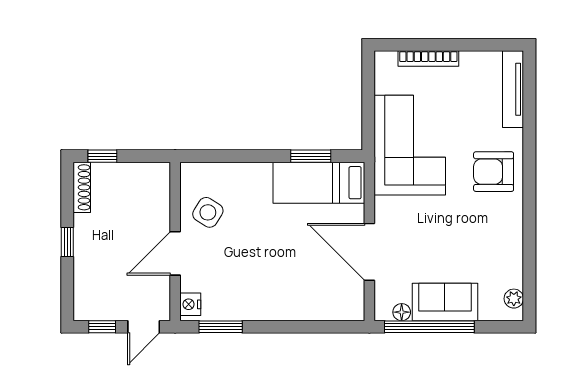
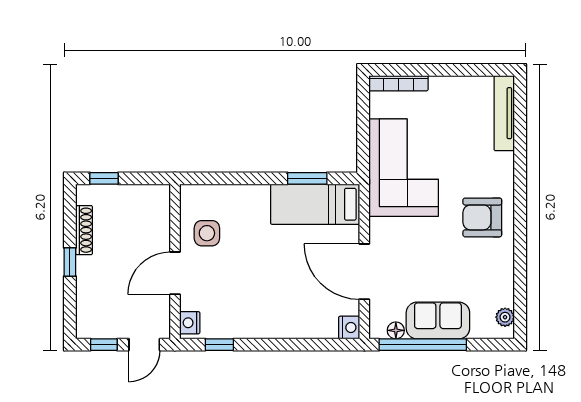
bookcase: (428, 58) -> (398, 83), moved
armchair: (494, 172) -> (482, 217), moved
shoe rack: (82, 187) -> (84, 230), moved
side table: (208, 212) -> (207, 233), turned -32
nightstand: (354, 309) -> (349, 327), added
window: (221, 327) -> (219, 345), width x0.67

